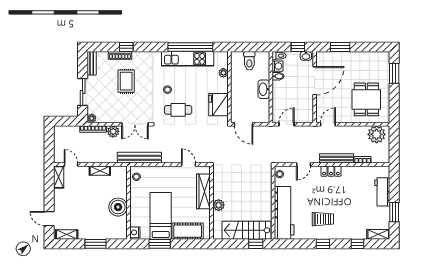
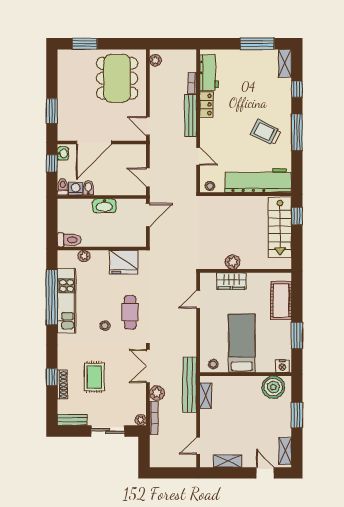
toilet: (249, 61) -> (69, 240), moved
rug: (126, 81) -> (94, 377), turned 90
door: (315, 81) -> (94, 143), swing flipped
dining table: (366, 99) -> (117, 78), width x1.38
double door: (135, 124) -> (148, 366), swing flipped
door: (243, 124) -> (148, 215), moved
plant: (377, 134) -> (155, 60), width x0.53, depth x0.53
bench: (139, 158) -> (190, 385), moved
shelving: (100, 171) -> (206, 396), moved
locker: (331, 171) -> (206, 105), moved
shelving: (59, 177) -> (228, 461), moved
wardrobe: (203, 191) -> (231, 281), width x0.67
workbench: (382, 192) -> (209, 73), moved, turned -90
plant: (219, 205) -> (233, 262), moved
boiler: (118, 207) -> (273, 387), moved
window: (394, 212) -> (257, 44), width x1.44
bed: (161, 216) -> (242, 343), moved, turned 90
door: (49, 219) -> (265, 473), swing flipped
trolley: (323, 219) -> (266, 132), turned -64
window: (323, 244) -> (297, 132), width x2.17

